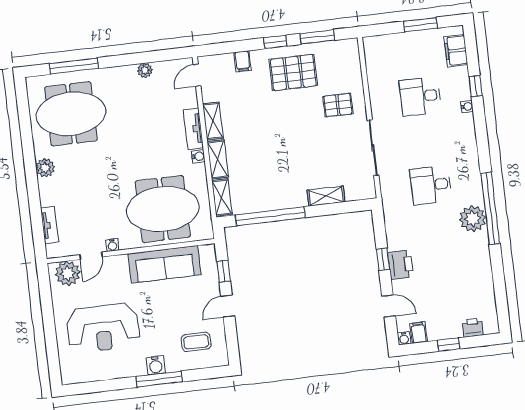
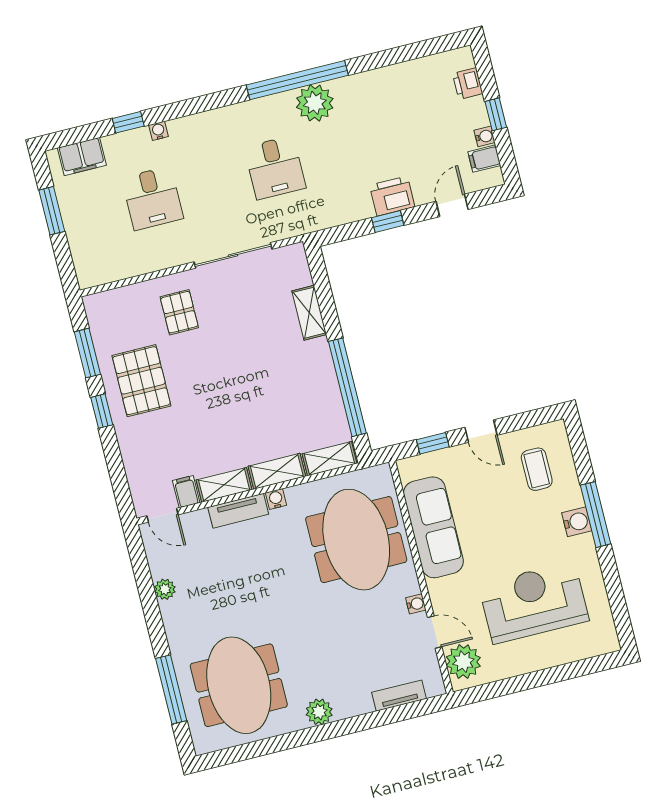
filing cabinet: (243, 61) -> (186, 492), moved, turned -90
reception desk: (103, 328) -> (534, 603), turned -90
water cooler: (404, 338) -> (485, 136), moved

